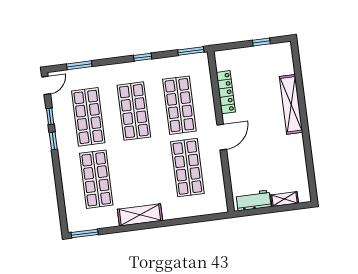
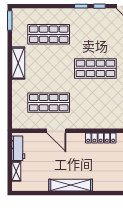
shelving: (291, 104) -> (71, 185), moved
shop shelf: (179, 105) -> (95, 103), removed
shop shelf: (88, 117) -> (95, 34), removed
door: (222, 137) -> (56, 131), moved

